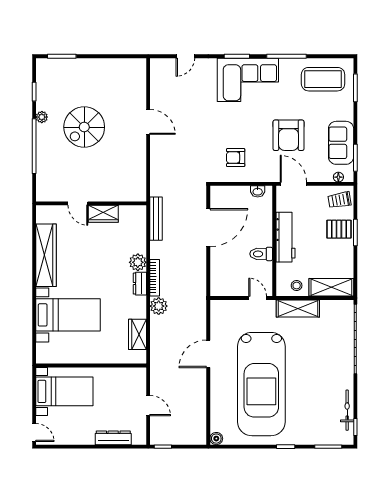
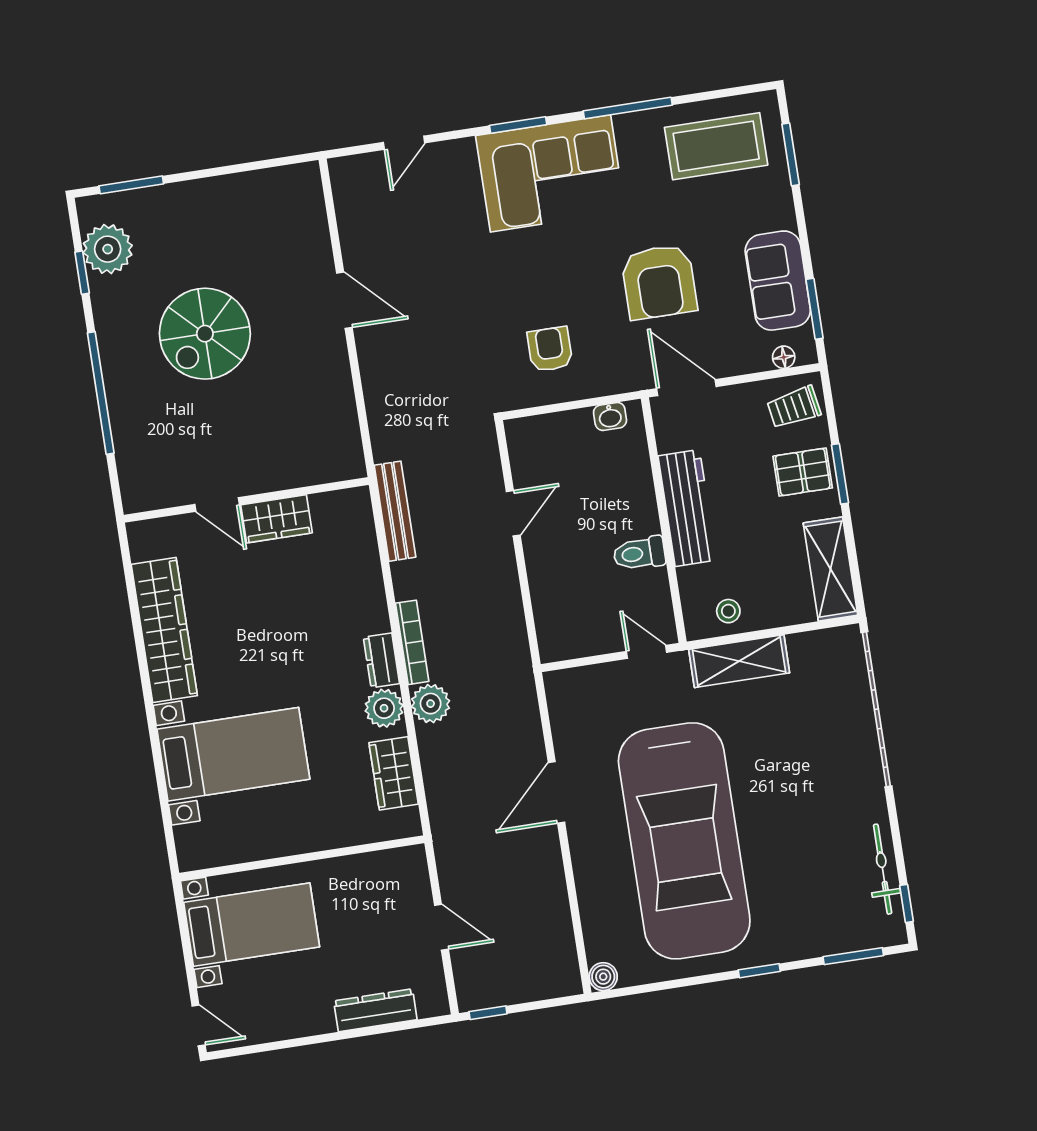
plant: (42, 117) -> (108, 249), moved, width x1.87, depth x1.87
armchair: (236, 158) -> (550, 349), turned 90
door: (208, 228) -> (513, 513), width x0.53
plant: (138, 262) -> (384, 708), moved
shelving: (331, 287) -> (831, 569), moved, turned 90

